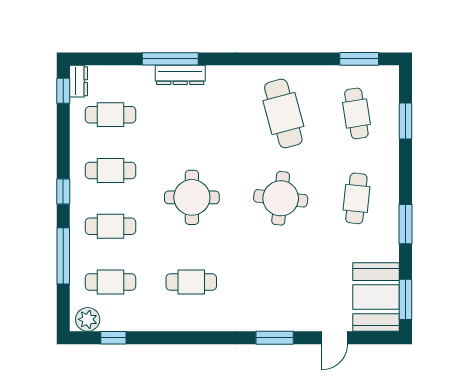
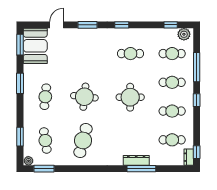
plant: (389, 74) -> (28, 161), added
cafe table: (283, 113) -> (83, 140), turned 30
window: (208, 338) -> (122, 25), added

